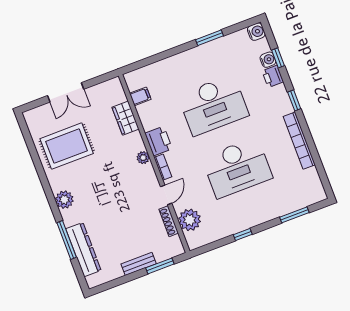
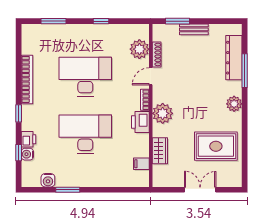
water cooler: (256, 32) -> (48, 180), moved, turned -90
plant: (143, 158) -> (163, 113), width x1.87, depth x1.87

